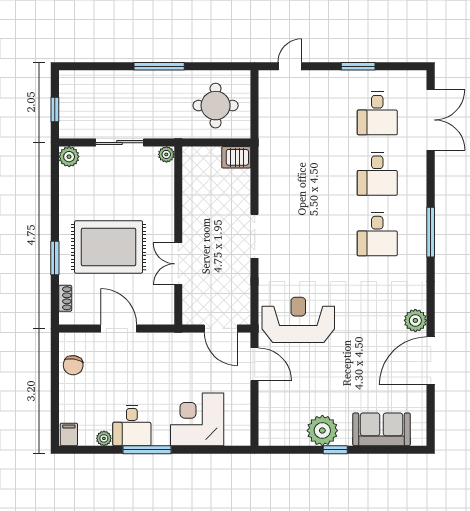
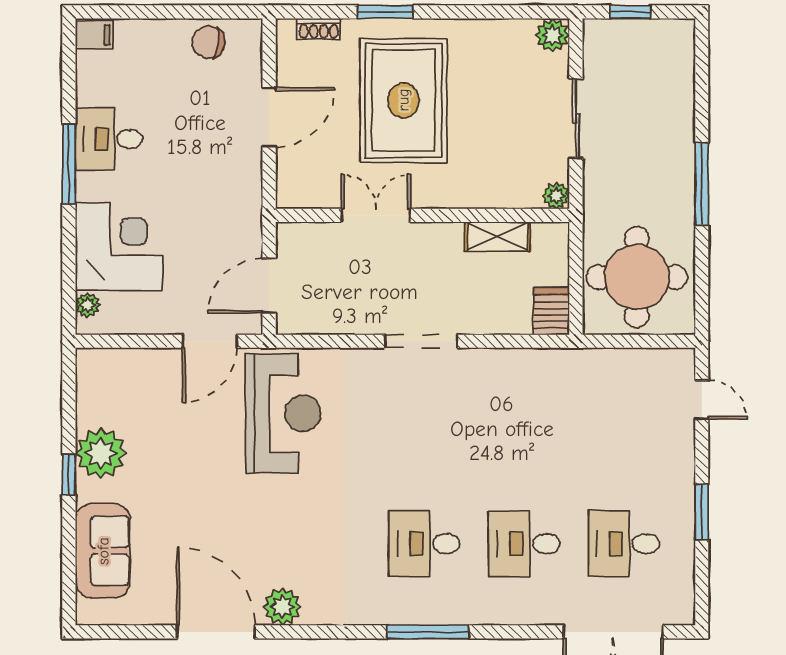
round table: (216, 106) -> (637, 277), width x1.36, depth x1.36
shelving: (191, 190) -> (497, 237), added
plant: (104, 438) -> (88, 305), moved

